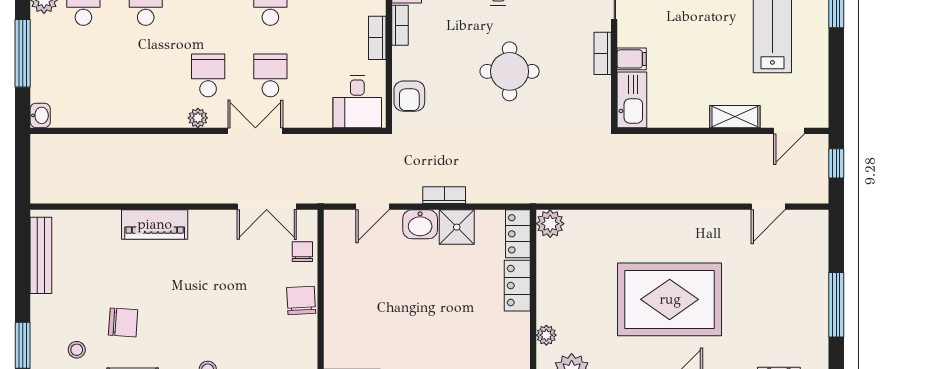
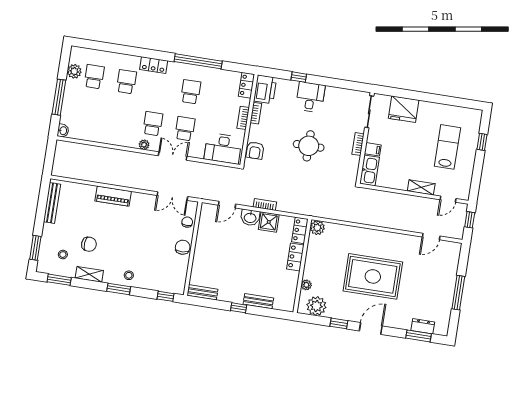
desk: (357, 102) -> (223, 148), width x1.37

